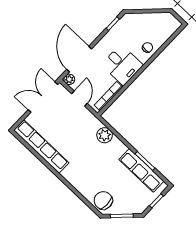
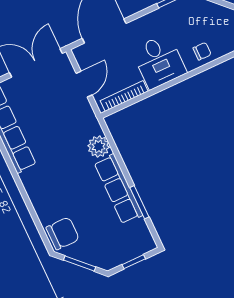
plant: (69, 79) -> (80, 53), removed
row of seats: (141, 170) -> (118, 189), moved
chair: (103, 200) -> (63, 233), turned 90

